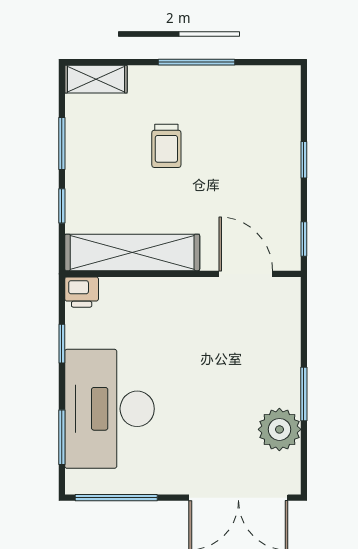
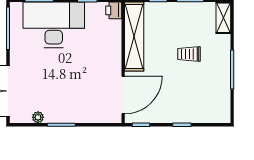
door: (246, 274) -> (123, 95), width x1.36
plant: (279, 429) -> (38, 117), width x0.53, depth x0.53

